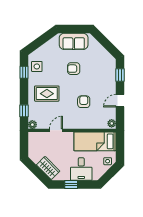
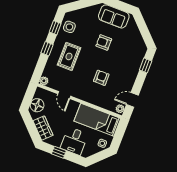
rug: (47, 94) -> (69, 56), turned 90
door: (120, 101) -> (132, 100), moved
window: (24, 111) -> (47, 49), moved
door: (56, 130) -> (64, 95), swing flipped
floor lamp: (35, 149) -> (37, 105), added

